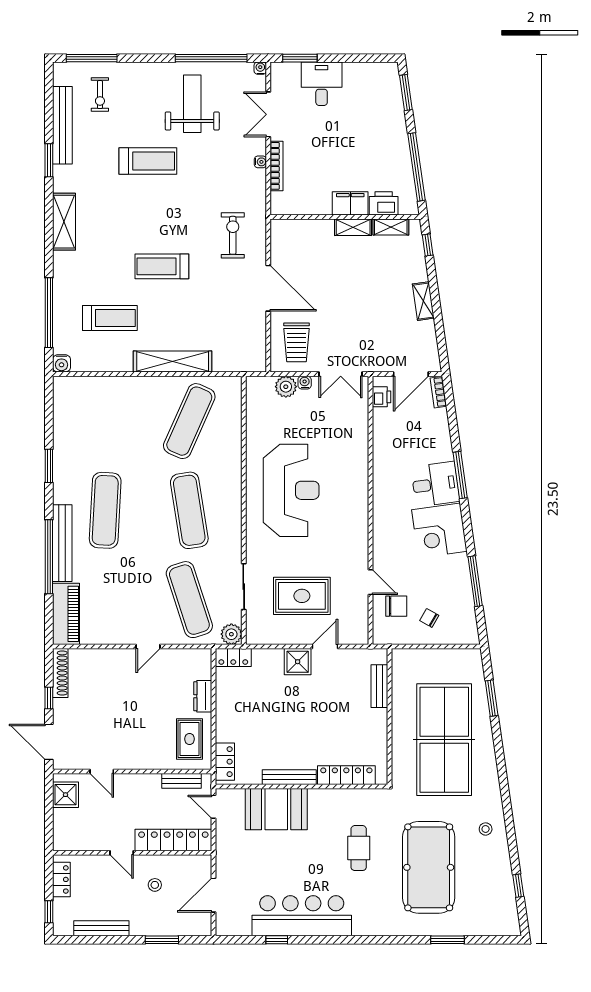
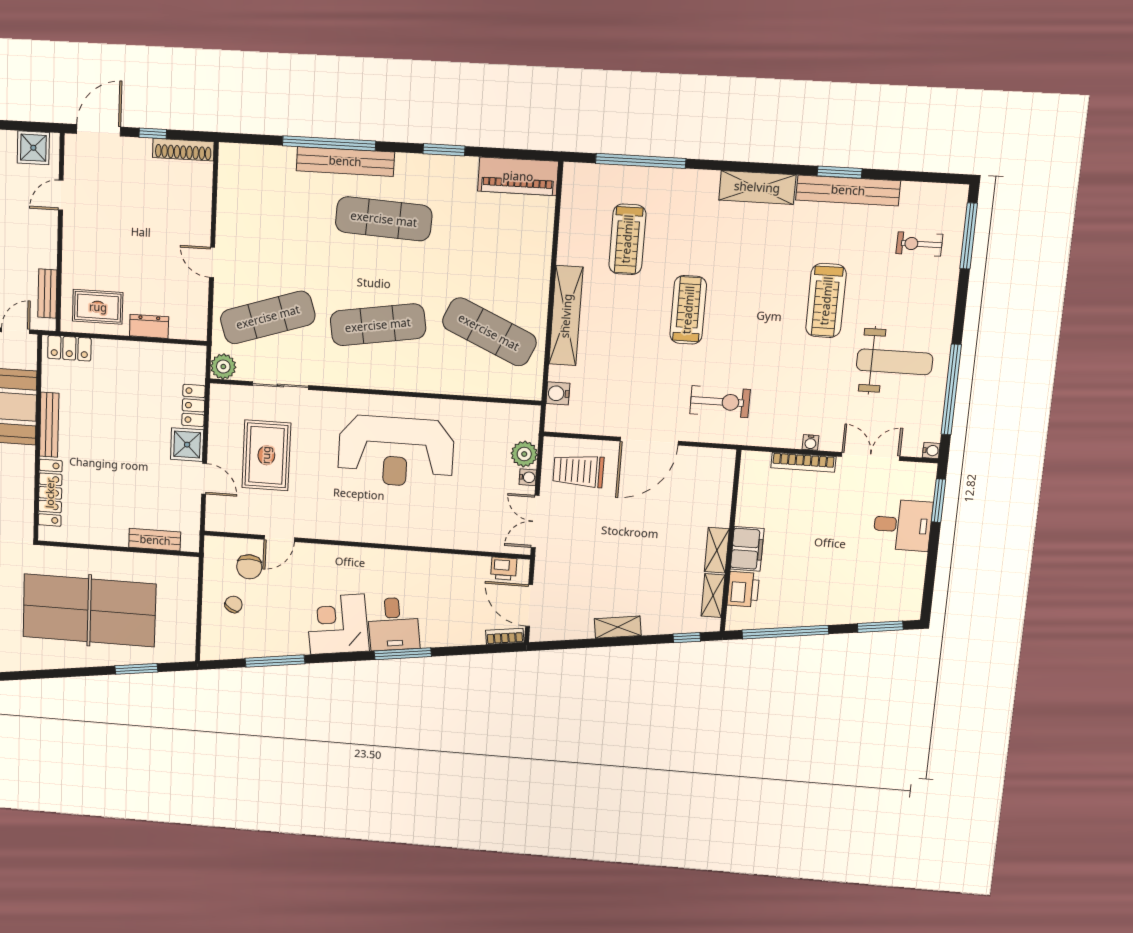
bench: (62, 125) -> (848, 190), moved
water cooler: (62, 363) -> (558, 393), moved
piano: (66, 614) -> (518, 176), moved
locker: (233, 657) -> (193, 405), moved

